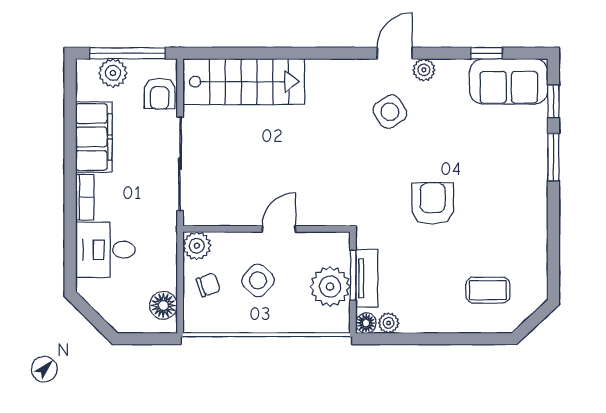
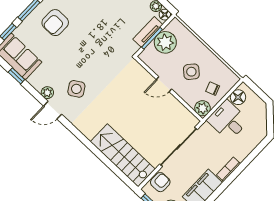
armchair: (433, 204) -> (55, 23), moved
desk: (105, 250) -> (228, 120), moved, turned 180

